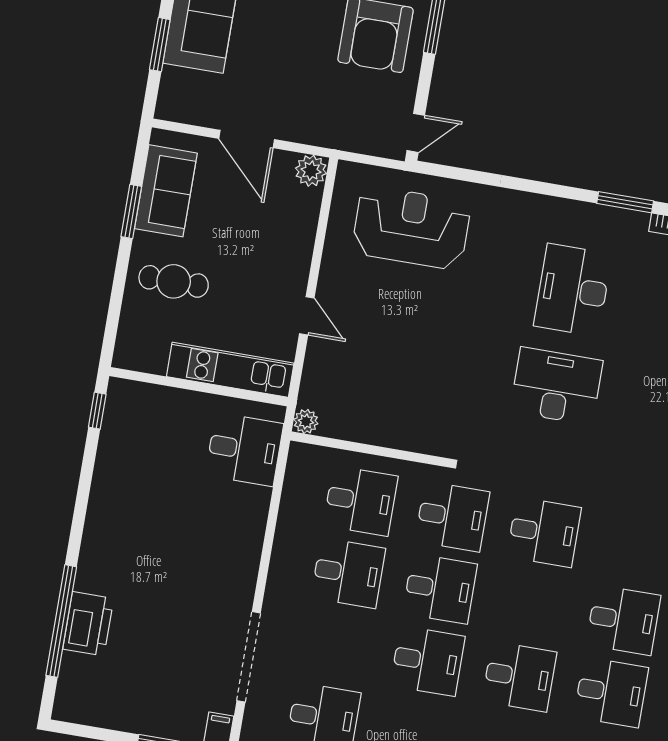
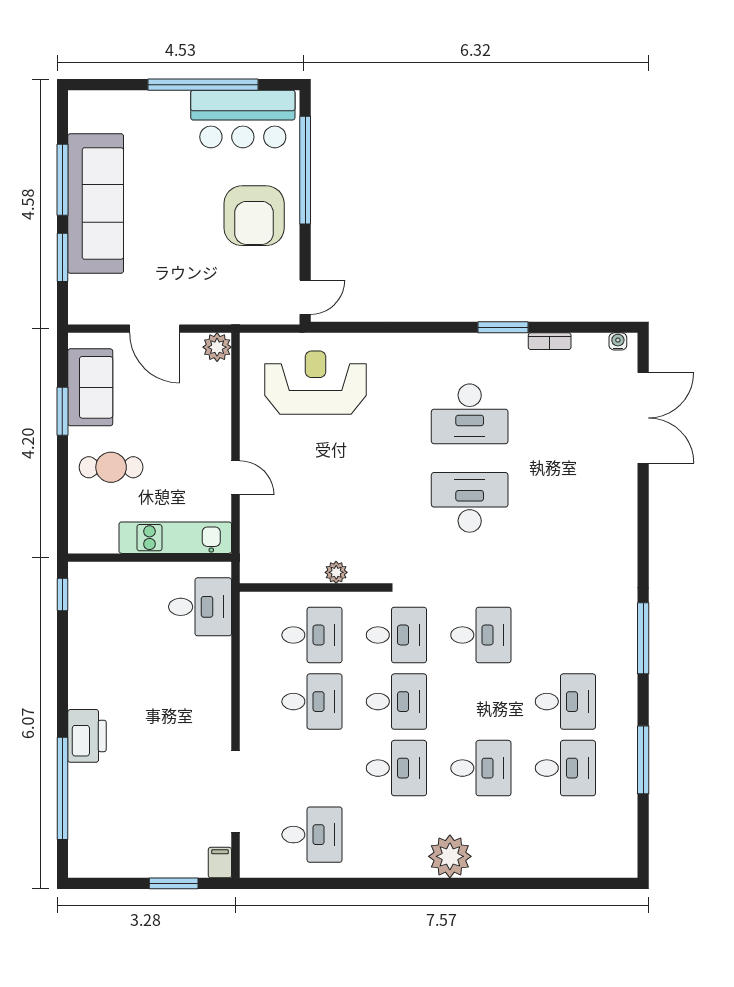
desk: (573, 290) -> (470, 414), turned -90
plant: (306, 421) -> (336, 572), moved
printer: (88, 624) -> (87, 736), moved

